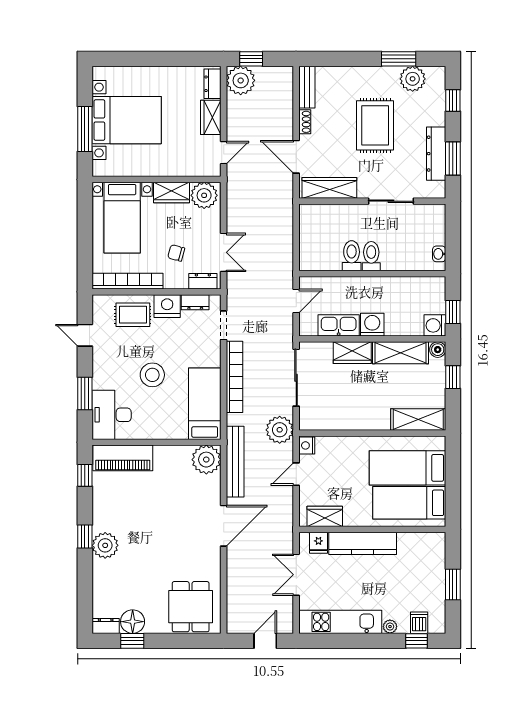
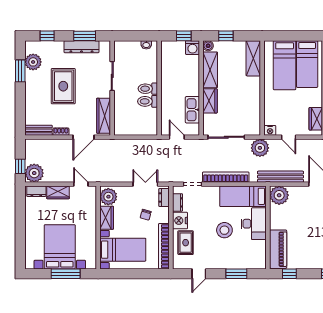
rug: (375, 125) -> (63, 86), turned 90
washing machine: (372, 325) -> (192, 88), removed
desk: (112, 415) -> (254, 224), moved, turned -90

